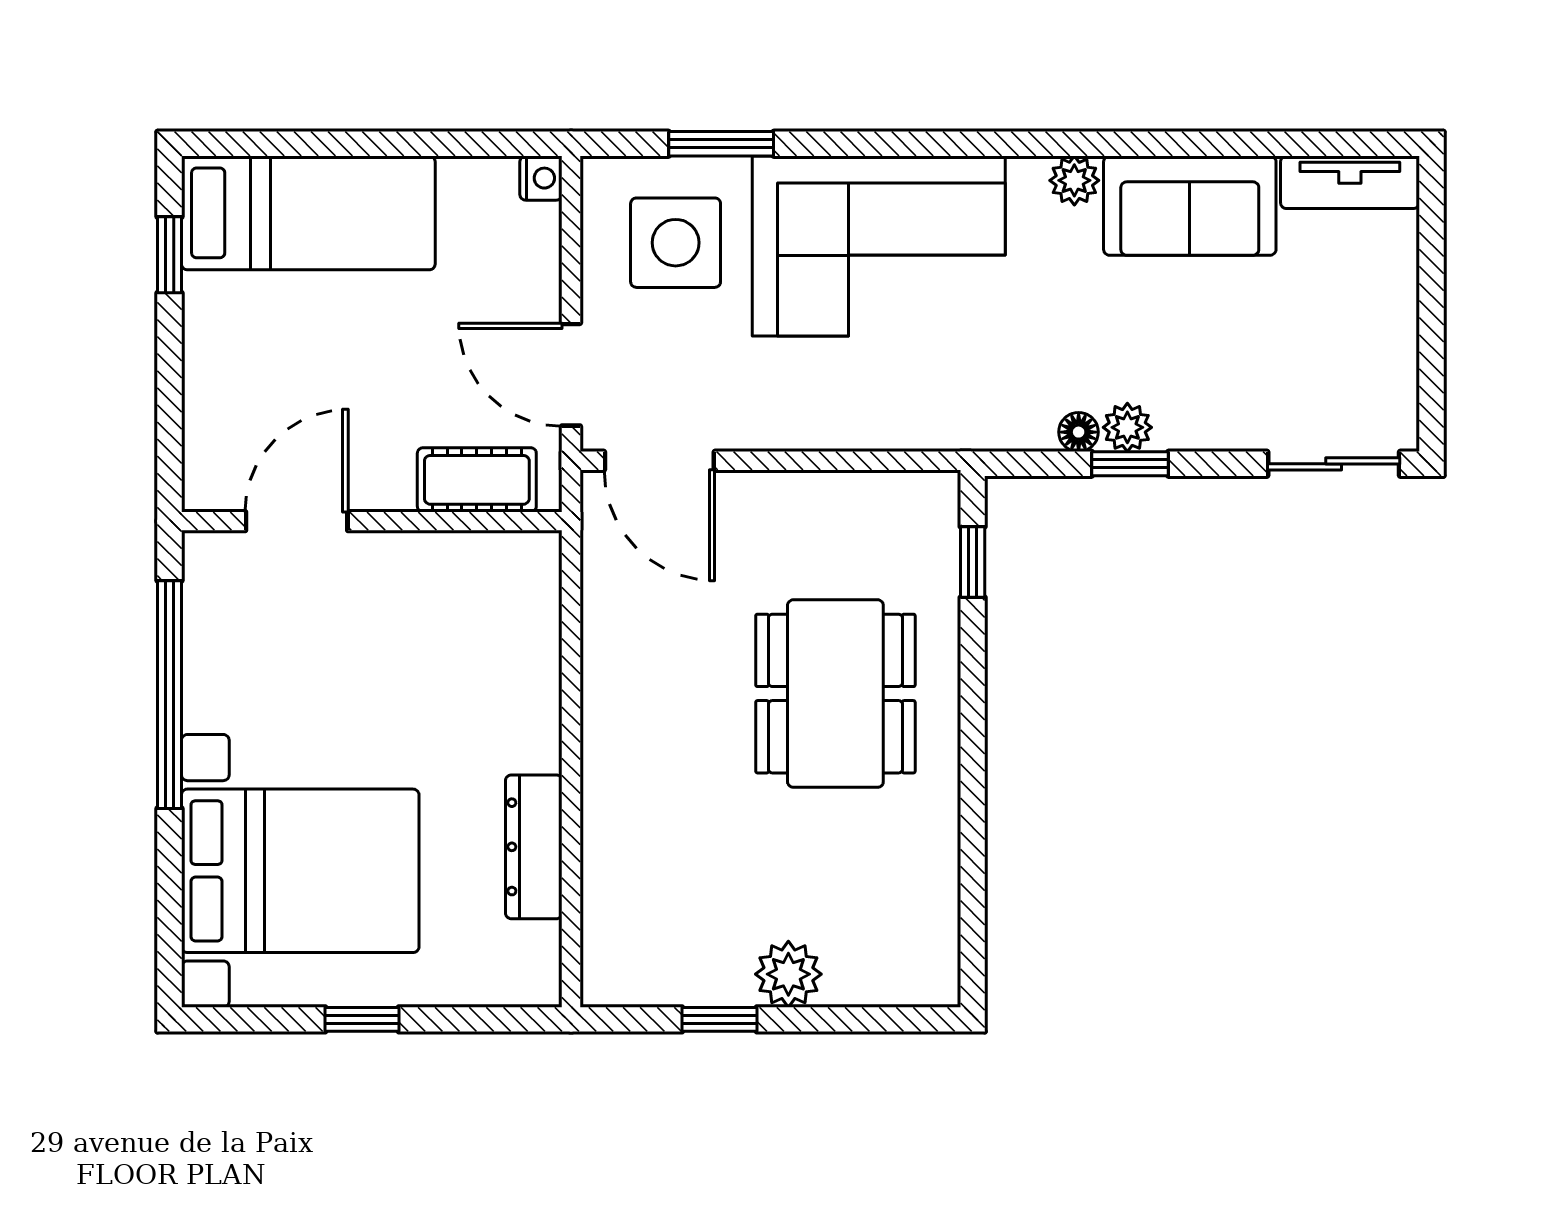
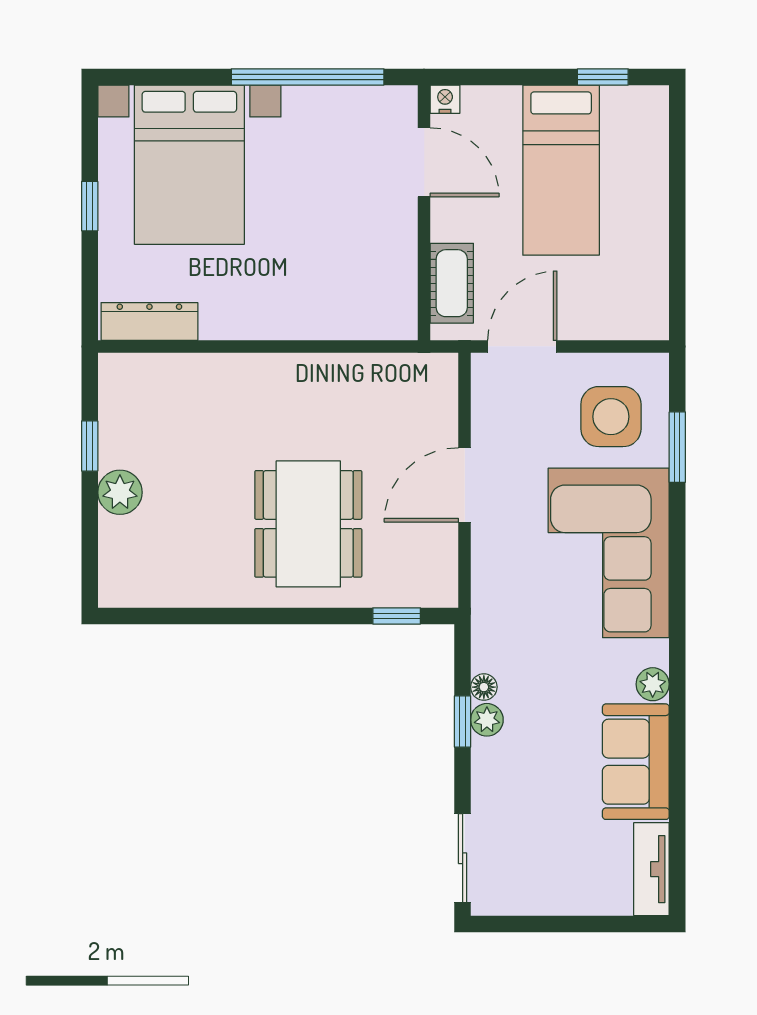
nightstand: (541, 178) -> (445, 99), moved, turned 180
bed: (308, 213) -> (561, 170), moved
door: (659, 461) -> (465, 485), moved
dining table: (835, 694) -> (308, 524), turned 90
dresser: (534, 847) -> (149, 321), moved

